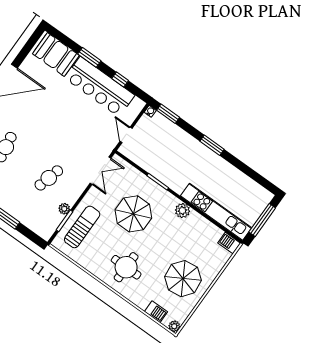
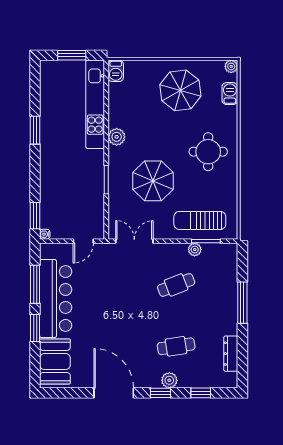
window: (120, 79) -> (35, 284), width x2.17
window: (212, 145) -> (35, 130), moved
cafe table: (49, 178) -> (176, 285), turned -36
window: (262, 220) -> (72, 55), width x0.69

